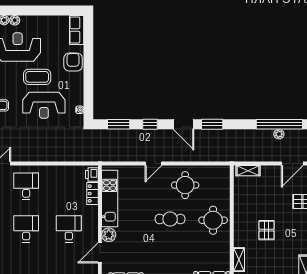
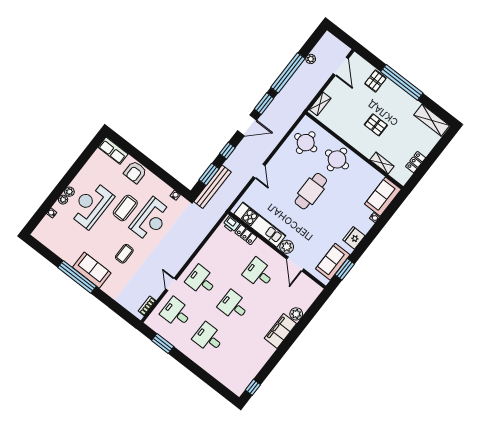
armchair: (73, 62) -> (135, 172), turned -90
window: (279, 124) -> (288, 73), moved
bench: (111, 135) -> (212, 187), added
round table: (185, 185) -> (306, 143), moved
cafe table: (170, 219) -> (311, 191), width x1.37, depth x1.35

